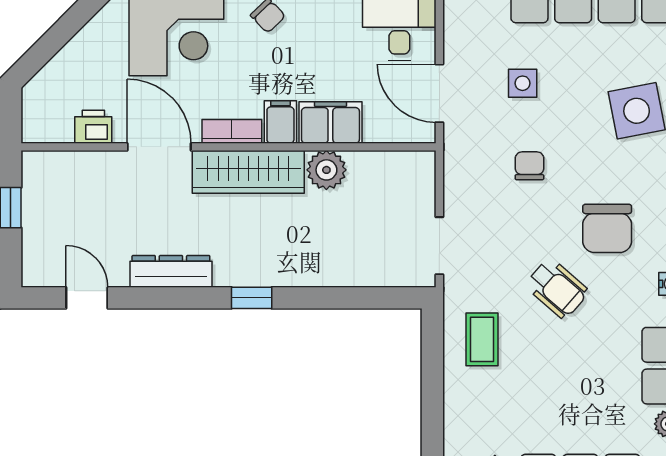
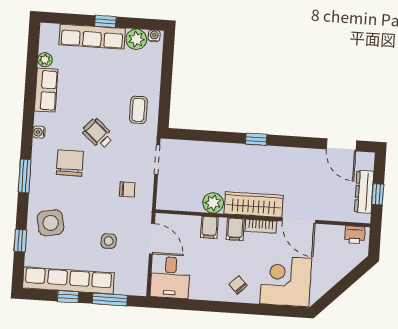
filing cabinet: (330, 122) -> (209, 227), width x0.50
printer: (93, 127) -> (355, 235), moved
chair: (529, 166) -> (127, 189), moved, turned -90
dresser: (171, 271) -> (364, 192), moved, turned 90
door: (87, 298) -> (341, 145), width x1.38

